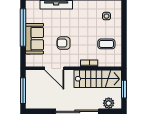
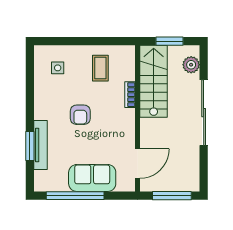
armchair: (64, 43) -> (80, 115), moved
door: (54, 68) -> (138, 164), moved

